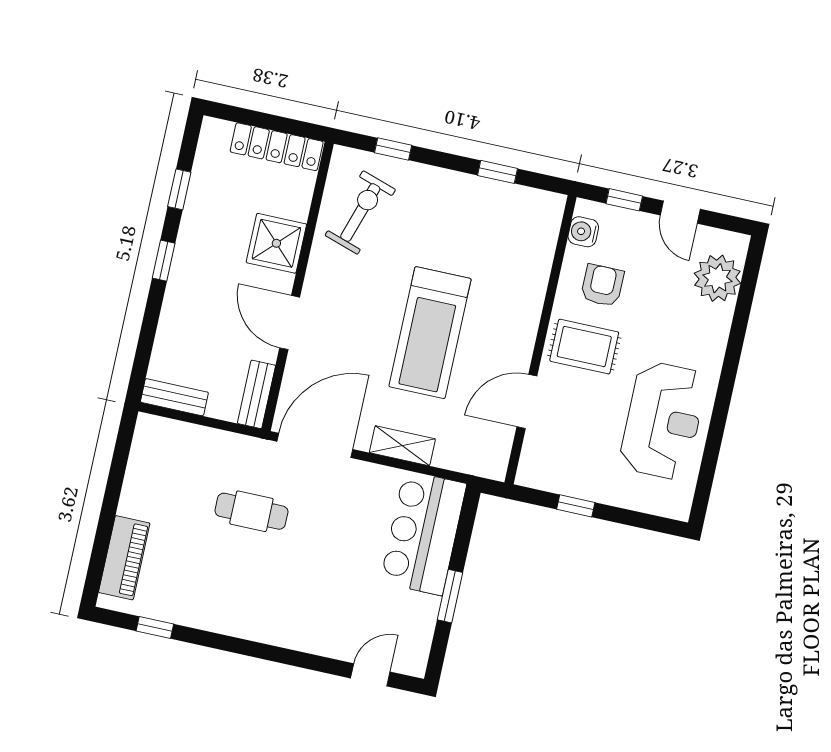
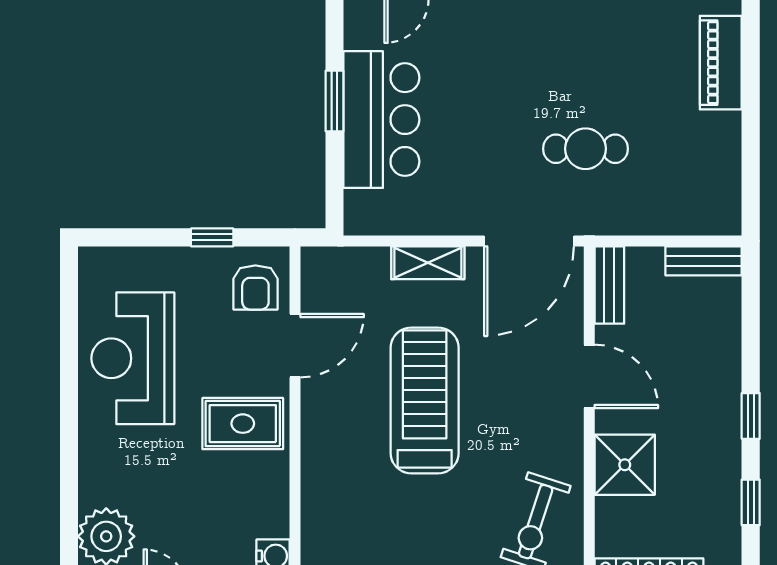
armchair: (602, 285) -> (255, 288), moved
bar counter: (423, 533) -> (381, 120), moved

